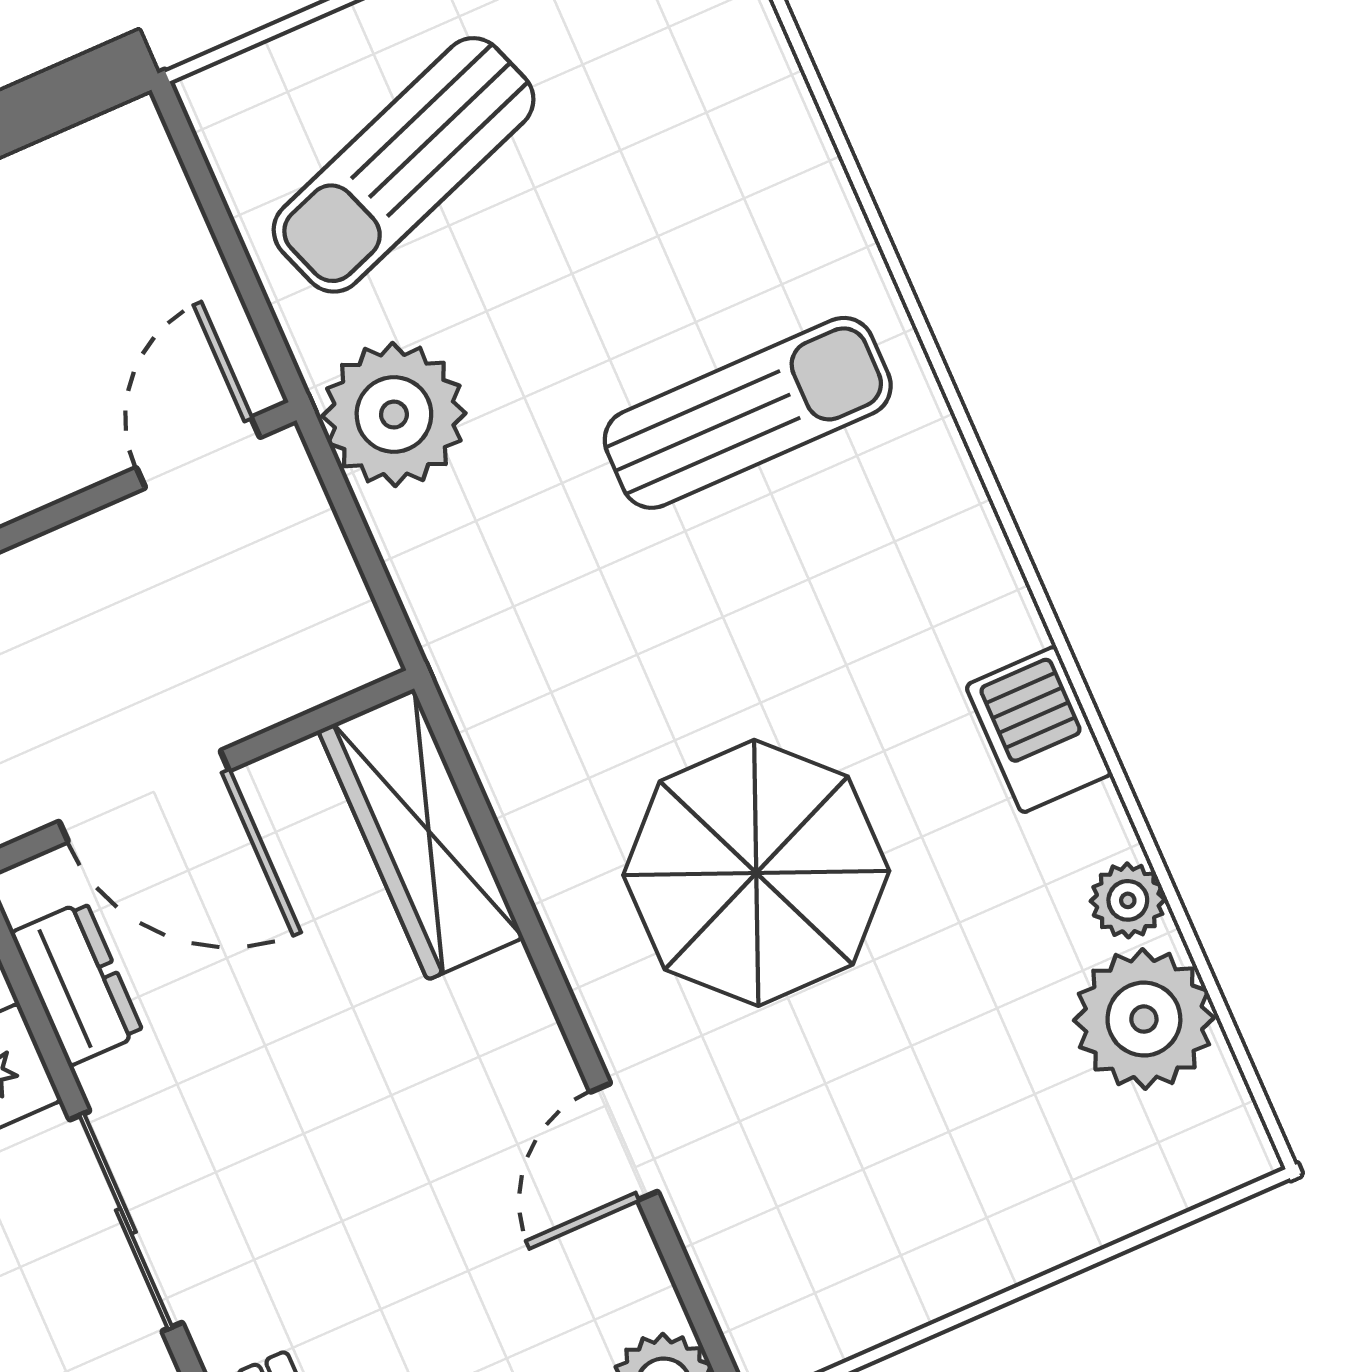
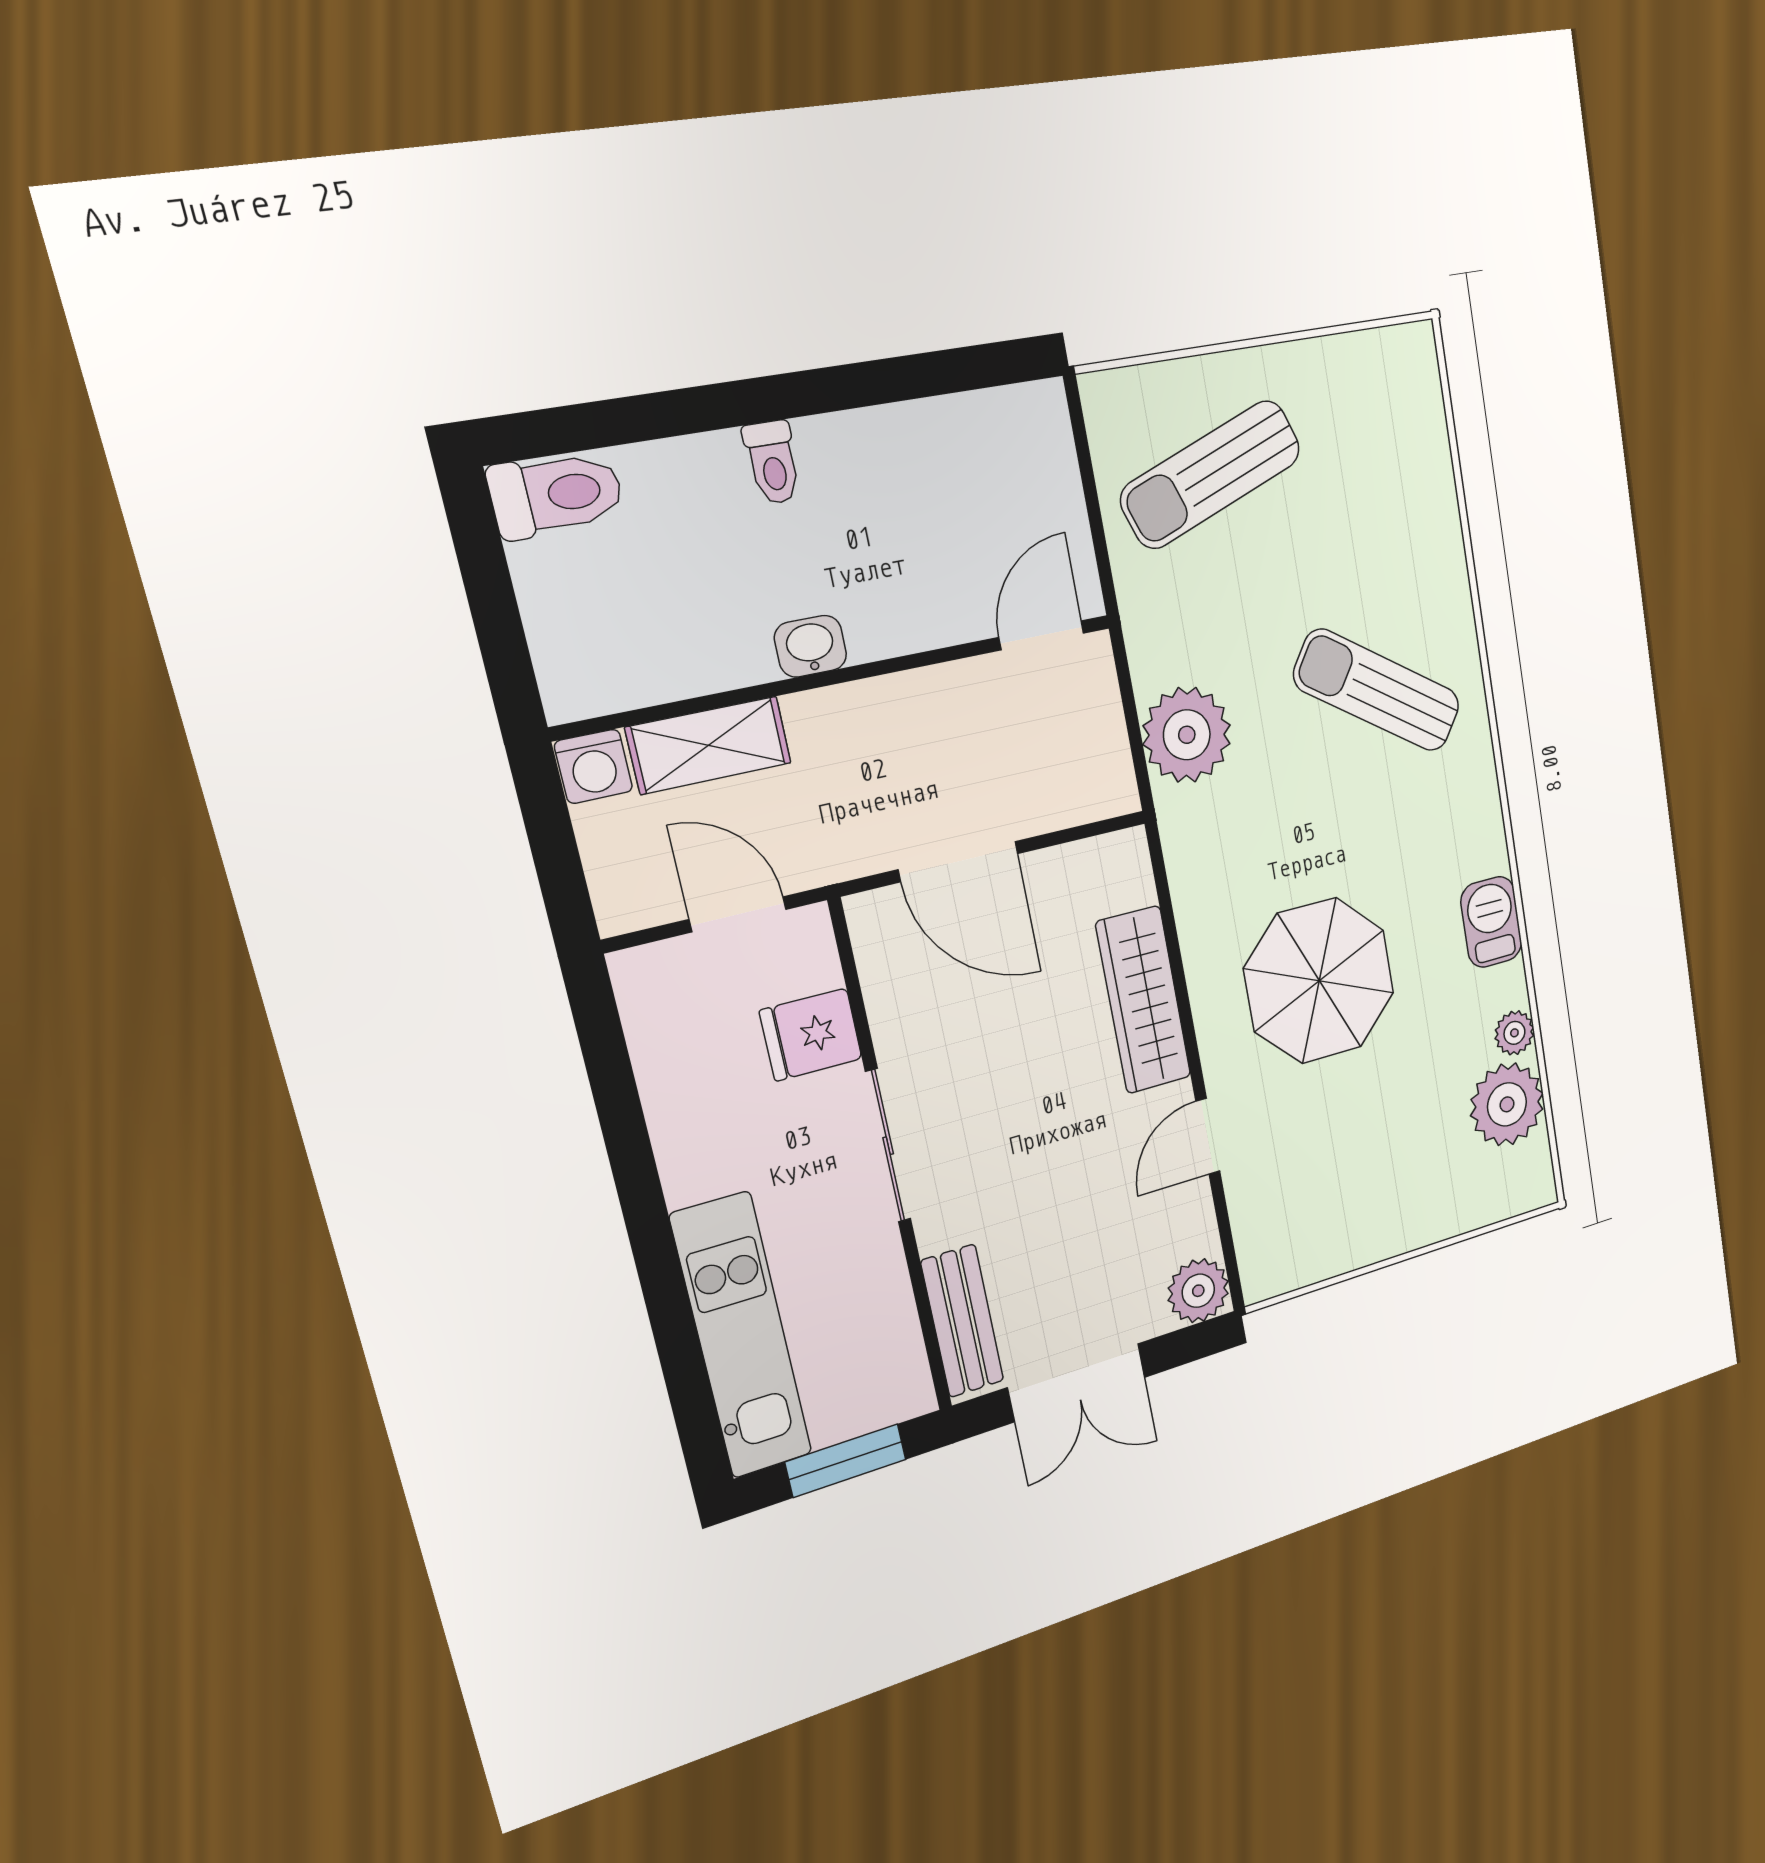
sun lounger: (748, 413) -> (1377, 690), turned -146
plant: (394, 415) -> (1187, 735), moved
wardrobe: (421, 834) -> (1143, 1000), moved
dresser: (77, 983) -> (888, 981), removed

